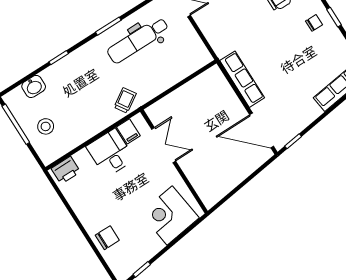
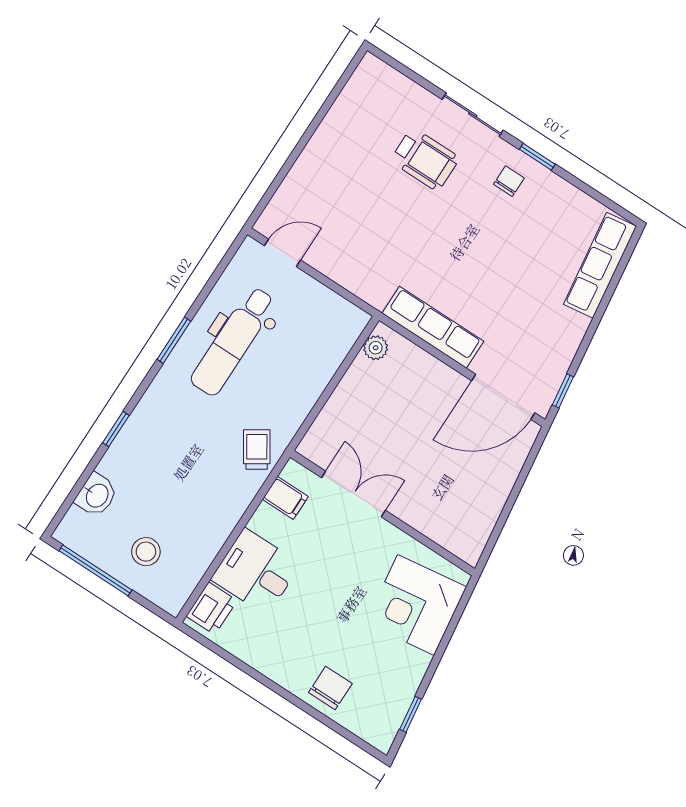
plant: (208, 76) -> (376, 348), added
desk: (110, 153) -> (256, 572), moved

